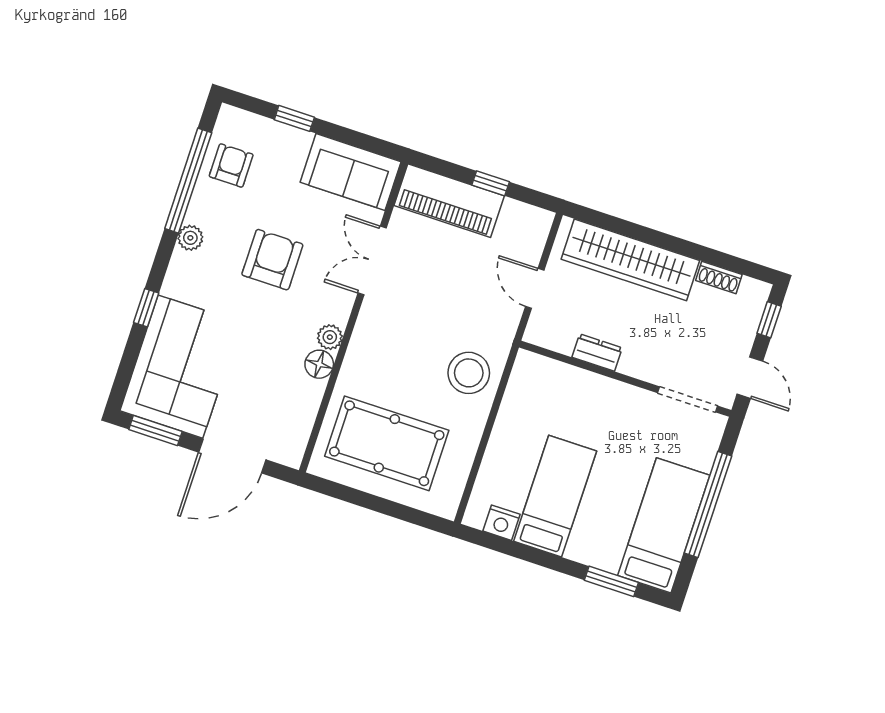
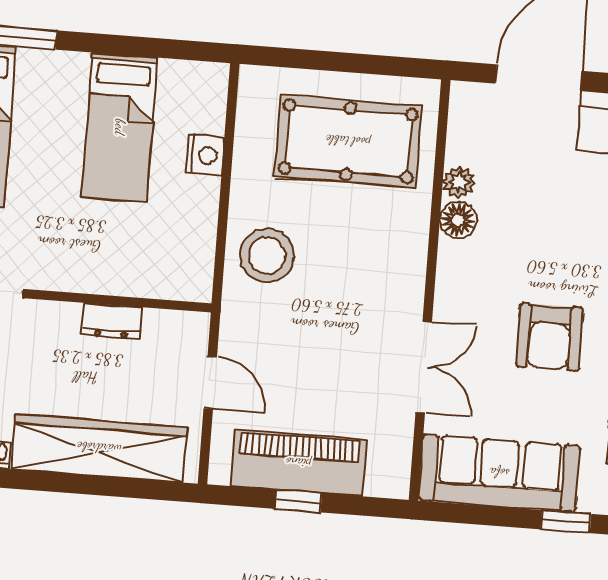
sofa: (351, 172) -> (499, 473), width x1.36
piano: (449, 201) -> (298, 463), moved
plant: (330, 337) -> (459, 182), moved
nightstand: (502, 523) -> (205, 155), moved, turned 90

